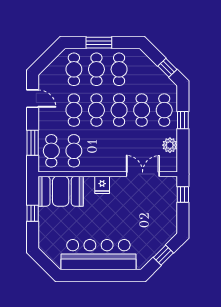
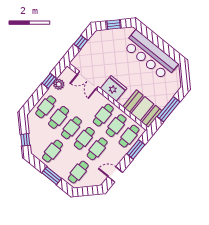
window: (167, 68) -> (25, 140), moved
cafe table: (96, 69) -> (103, 115), moved
door: (33, 99) -> (115, 174), hinge flipped
window: (183, 120) -> (49, 81), moved
fridge: (102, 185) -> (114, 88), width x1.88, depth x1.34
window: (183, 195) -> (81, 42), moved
window: (33, 213) -> (169, 109), width x2.17

